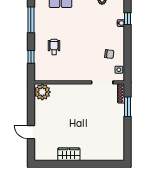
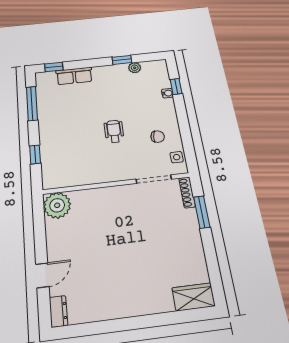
wheelchair: (54, 47) -> (114, 131), moved
door: (31, 132) -> (42, 275), swing flipped
dresser: (39, 153) -> (58, 311), added
wardrobe: (69, 154) -> (194, 297), moved

